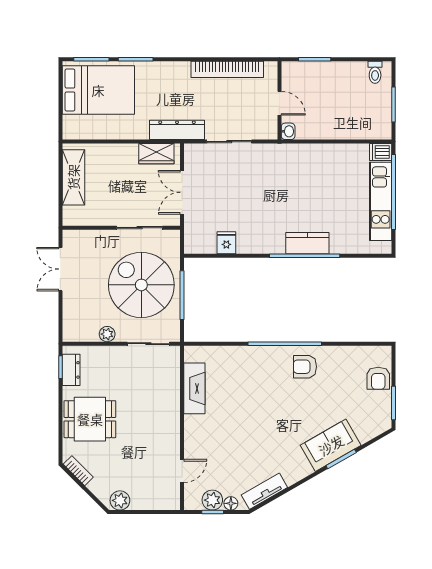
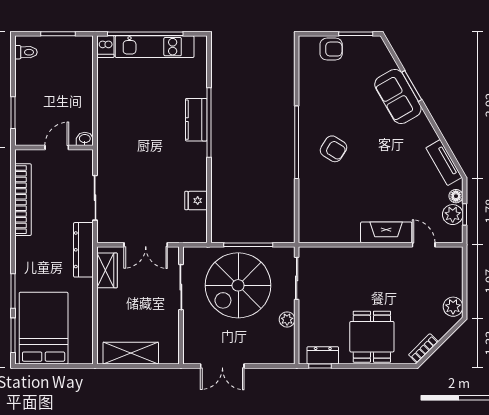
armchair: (305, 367) -> (334, 149), moved, turned -58
fireplace: (194, 388) -> (386, 232), moved

